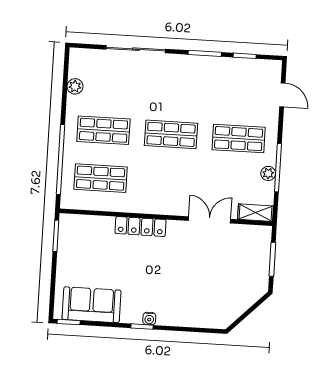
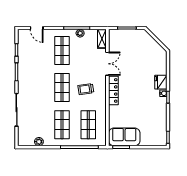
door: (282, 95) -> (37, 28), swing flipped
trolley: (166, 178) -> (86, 89), added
double door: (209, 220) -> (107, 64), swing flipped
locker: (140, 227) -> (113, 90), moved
sofa: (92, 305) -> (124, 137), moved, turned 90
fridge: (170, 315) -> (161, 82), added

